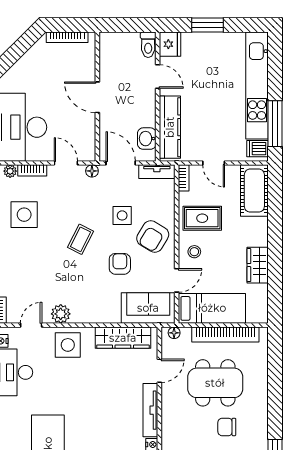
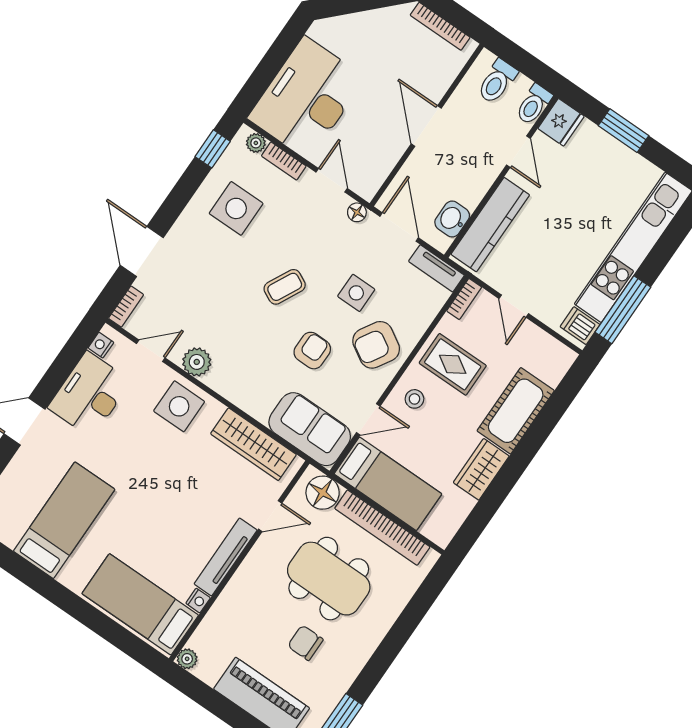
toilet: (119, 46) -> (497, 81), added
cot: (254, 191) -> (516, 411), moved
floor lamp: (174, 333) -> (323, 493), width x1.89, depth x1.89

